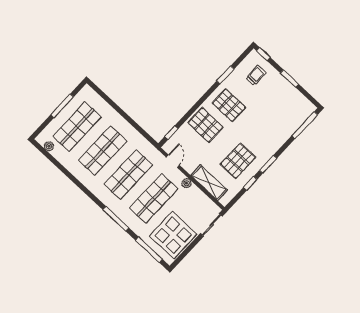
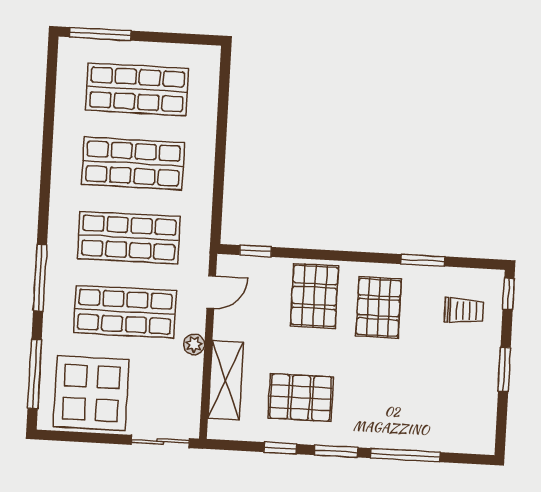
window: (62, 106) -> (100, 34), moved
window: (305, 125) -> (405, 455), moved
plant: (49, 146) -> (67, 70), removed

